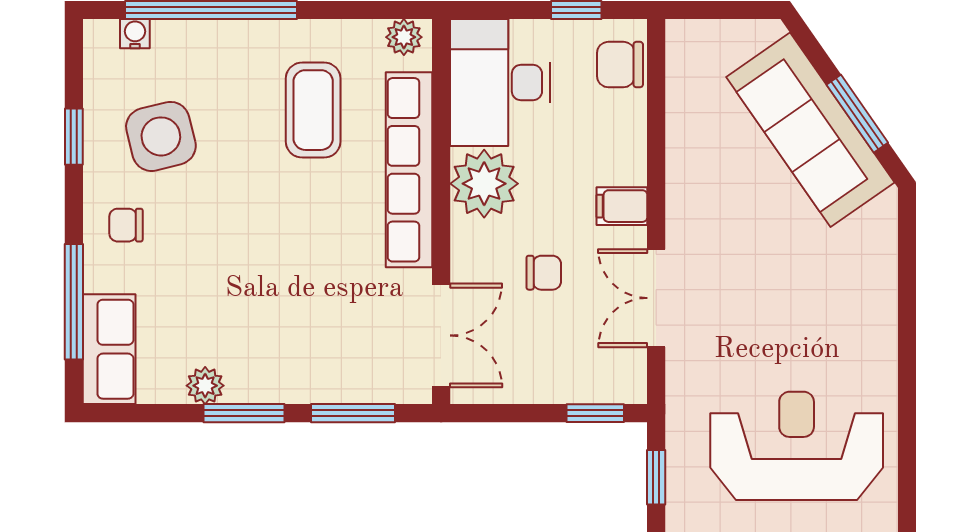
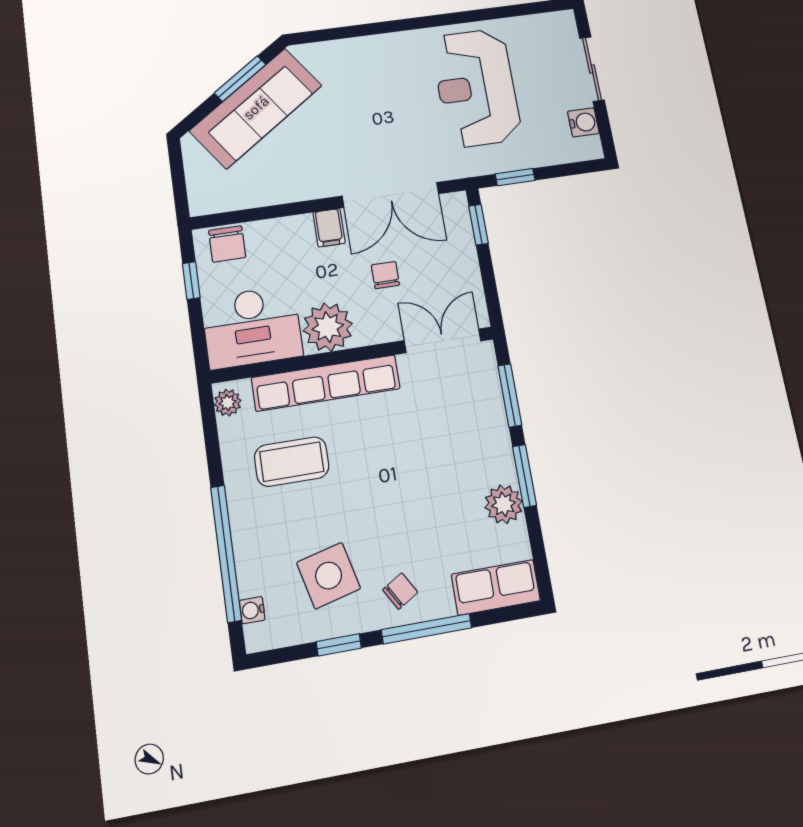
chair: (126, 225) -> (400, 591), turned -121
double door: (656, 298) -> (391, 195), width x1.37
window: (74, 302) -> (427, 629), moved
plant: (205, 386) -> (504, 504), width x1.38, depth x1.38

